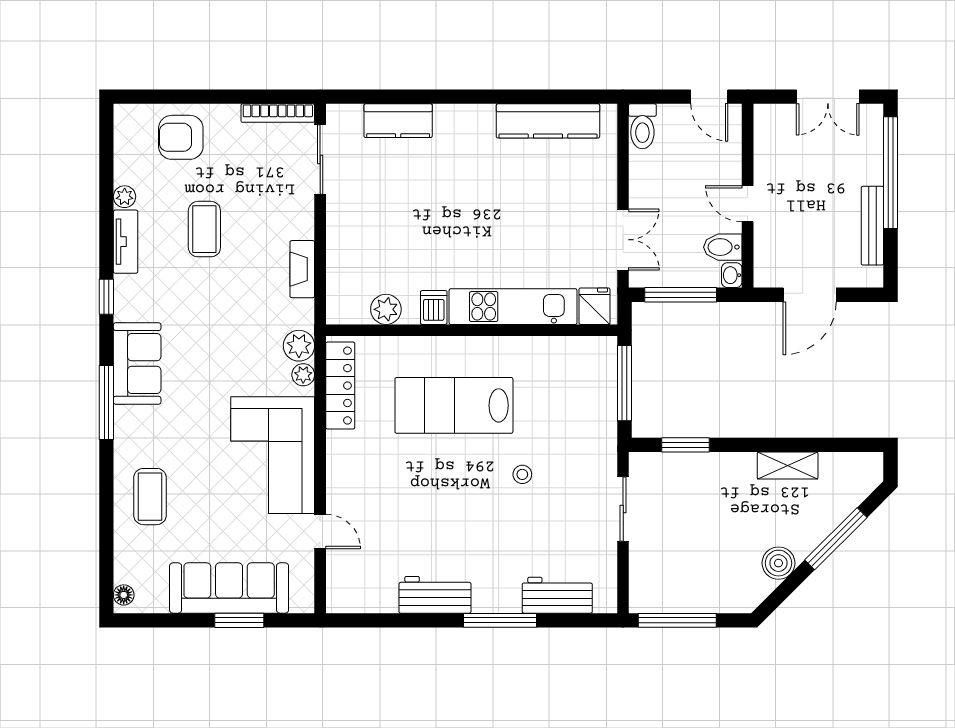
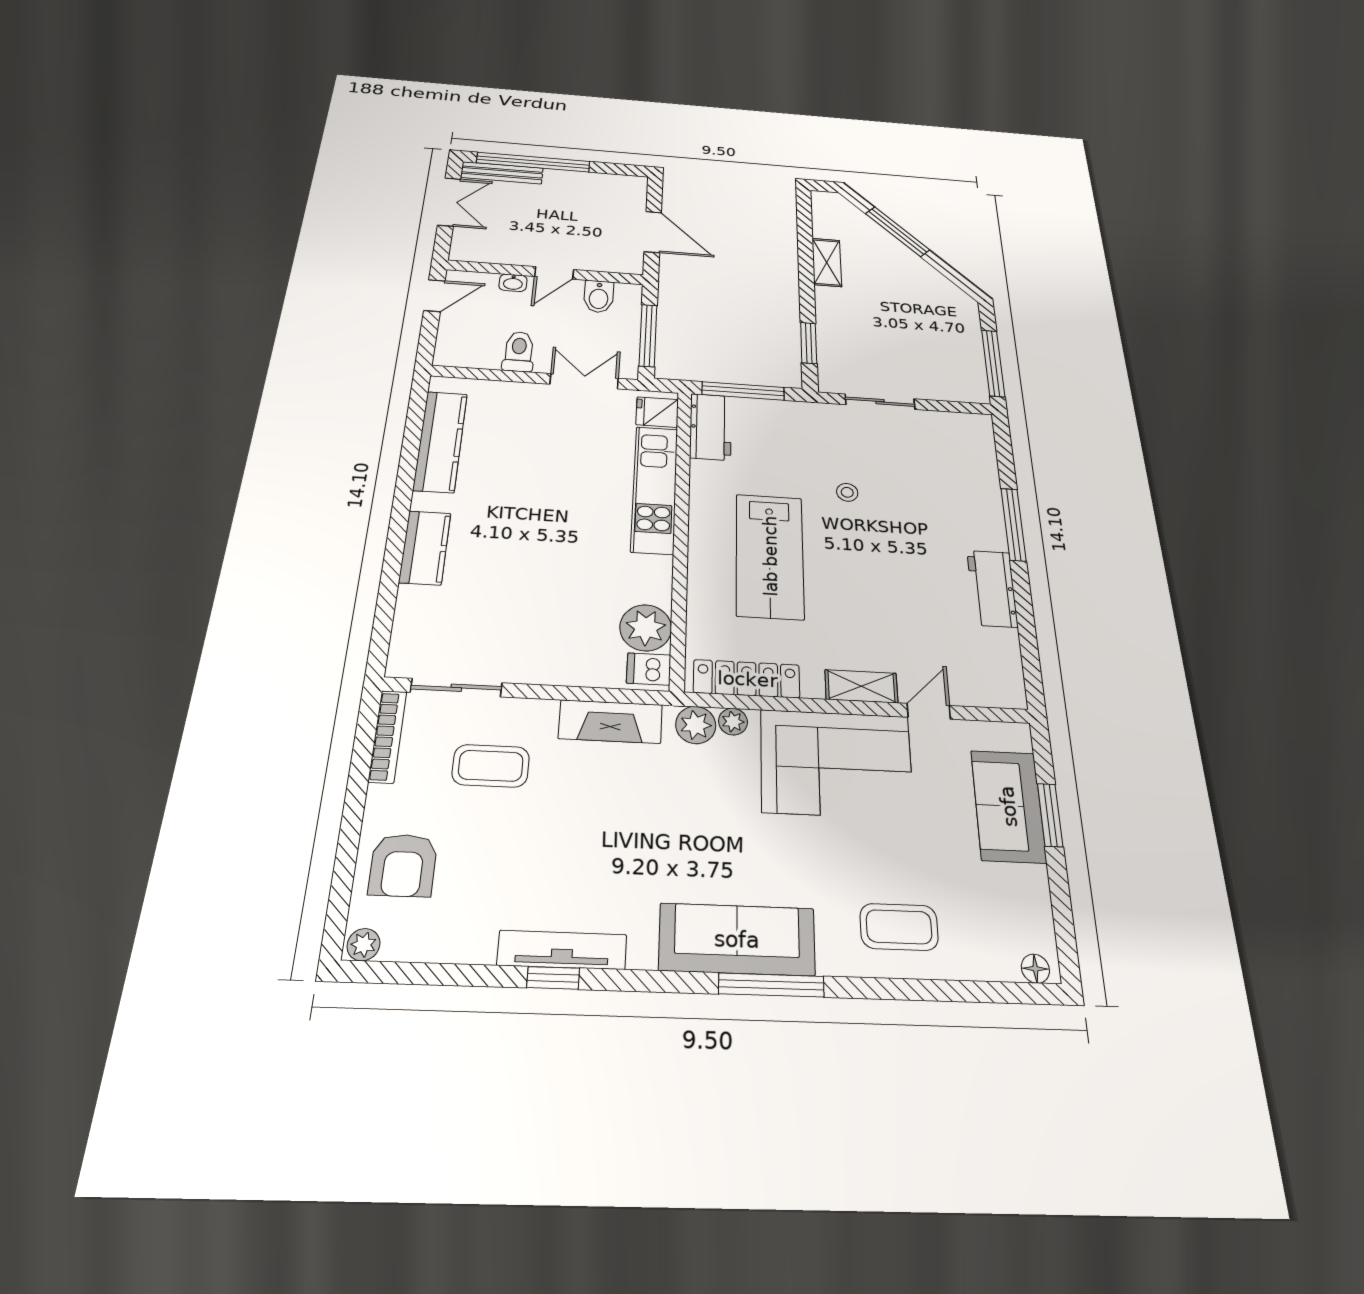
kitchen counter: (398, 121) -> (425, 548), moved
toilet: (642, 126) -> (519, 352), moved, turned -90
plant: (125, 197) -> (363, 945), moved
bench: (872, 226) -> (502, 173), moved
coffee table: (204, 229) -> (491, 766), moved
tv unit: (126, 242) -> (562, 950), width x1.41
fireplace: (302, 269) -> (610, 722), width x1.37, depth x1.32
washbasin: (732, 275) -> (513, 283), moved
window: (106, 297) -> (553, 978), moved
dishwasher: (434, 307) -> (649, 669), moved
plant: (386, 309) -> (646, 628), width x1.36, depth x1.36
sofa: (137, 363) -> (737, 939), width x1.36
shelving: (339, 478) -> (861, 686), added
boiler: (779, 563) -> (926, 277), removed
sofa: (229, 588) -> (1008, 806), width x0.73
workbench: (557, 595) -> (710, 427), moved, turned 180

